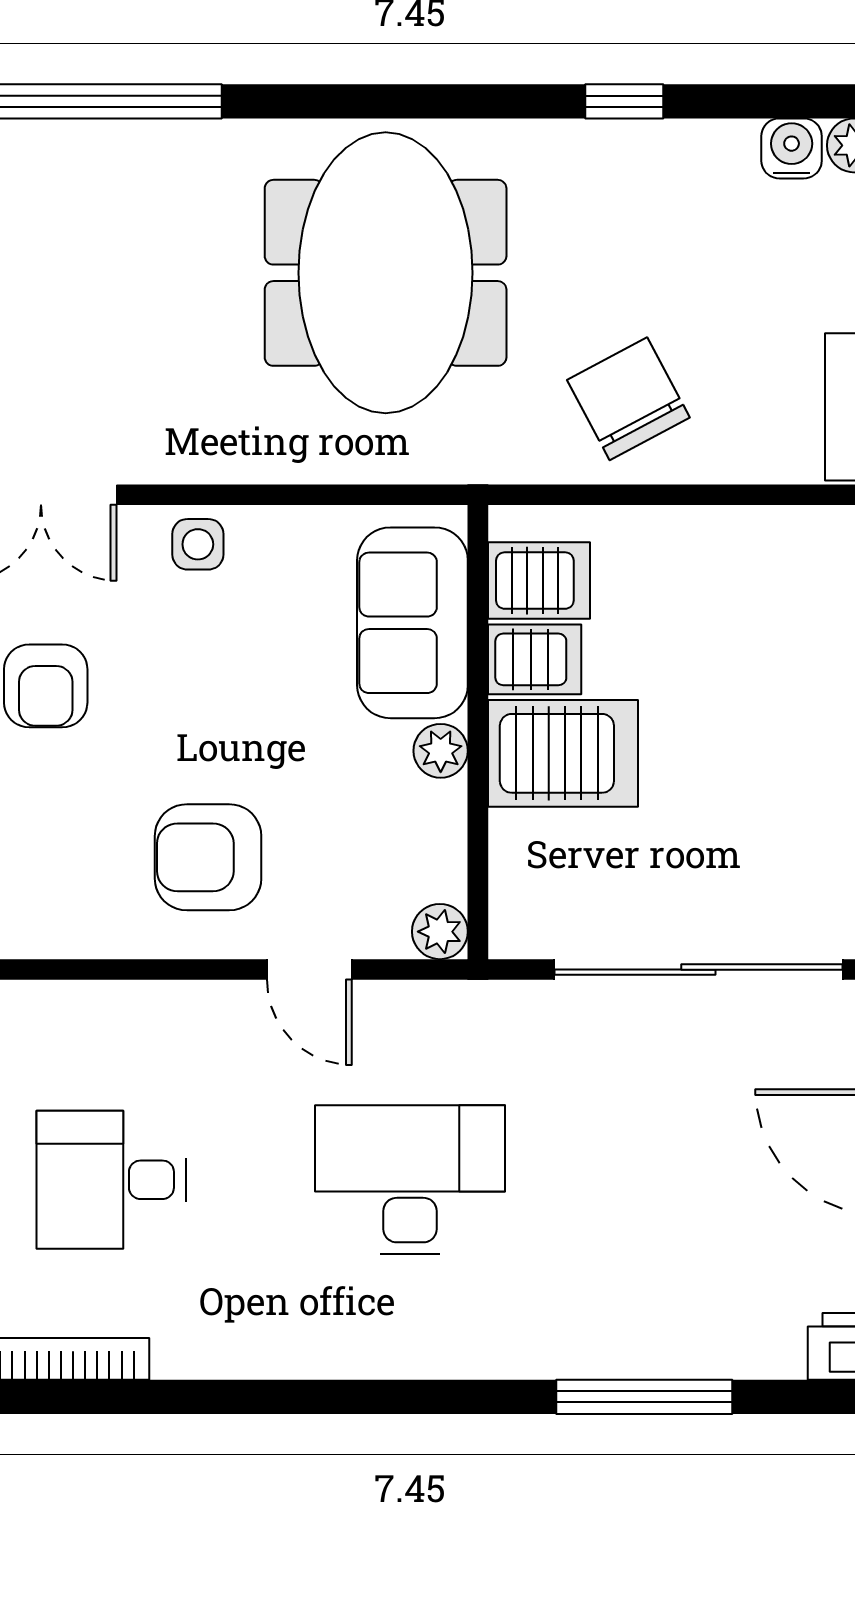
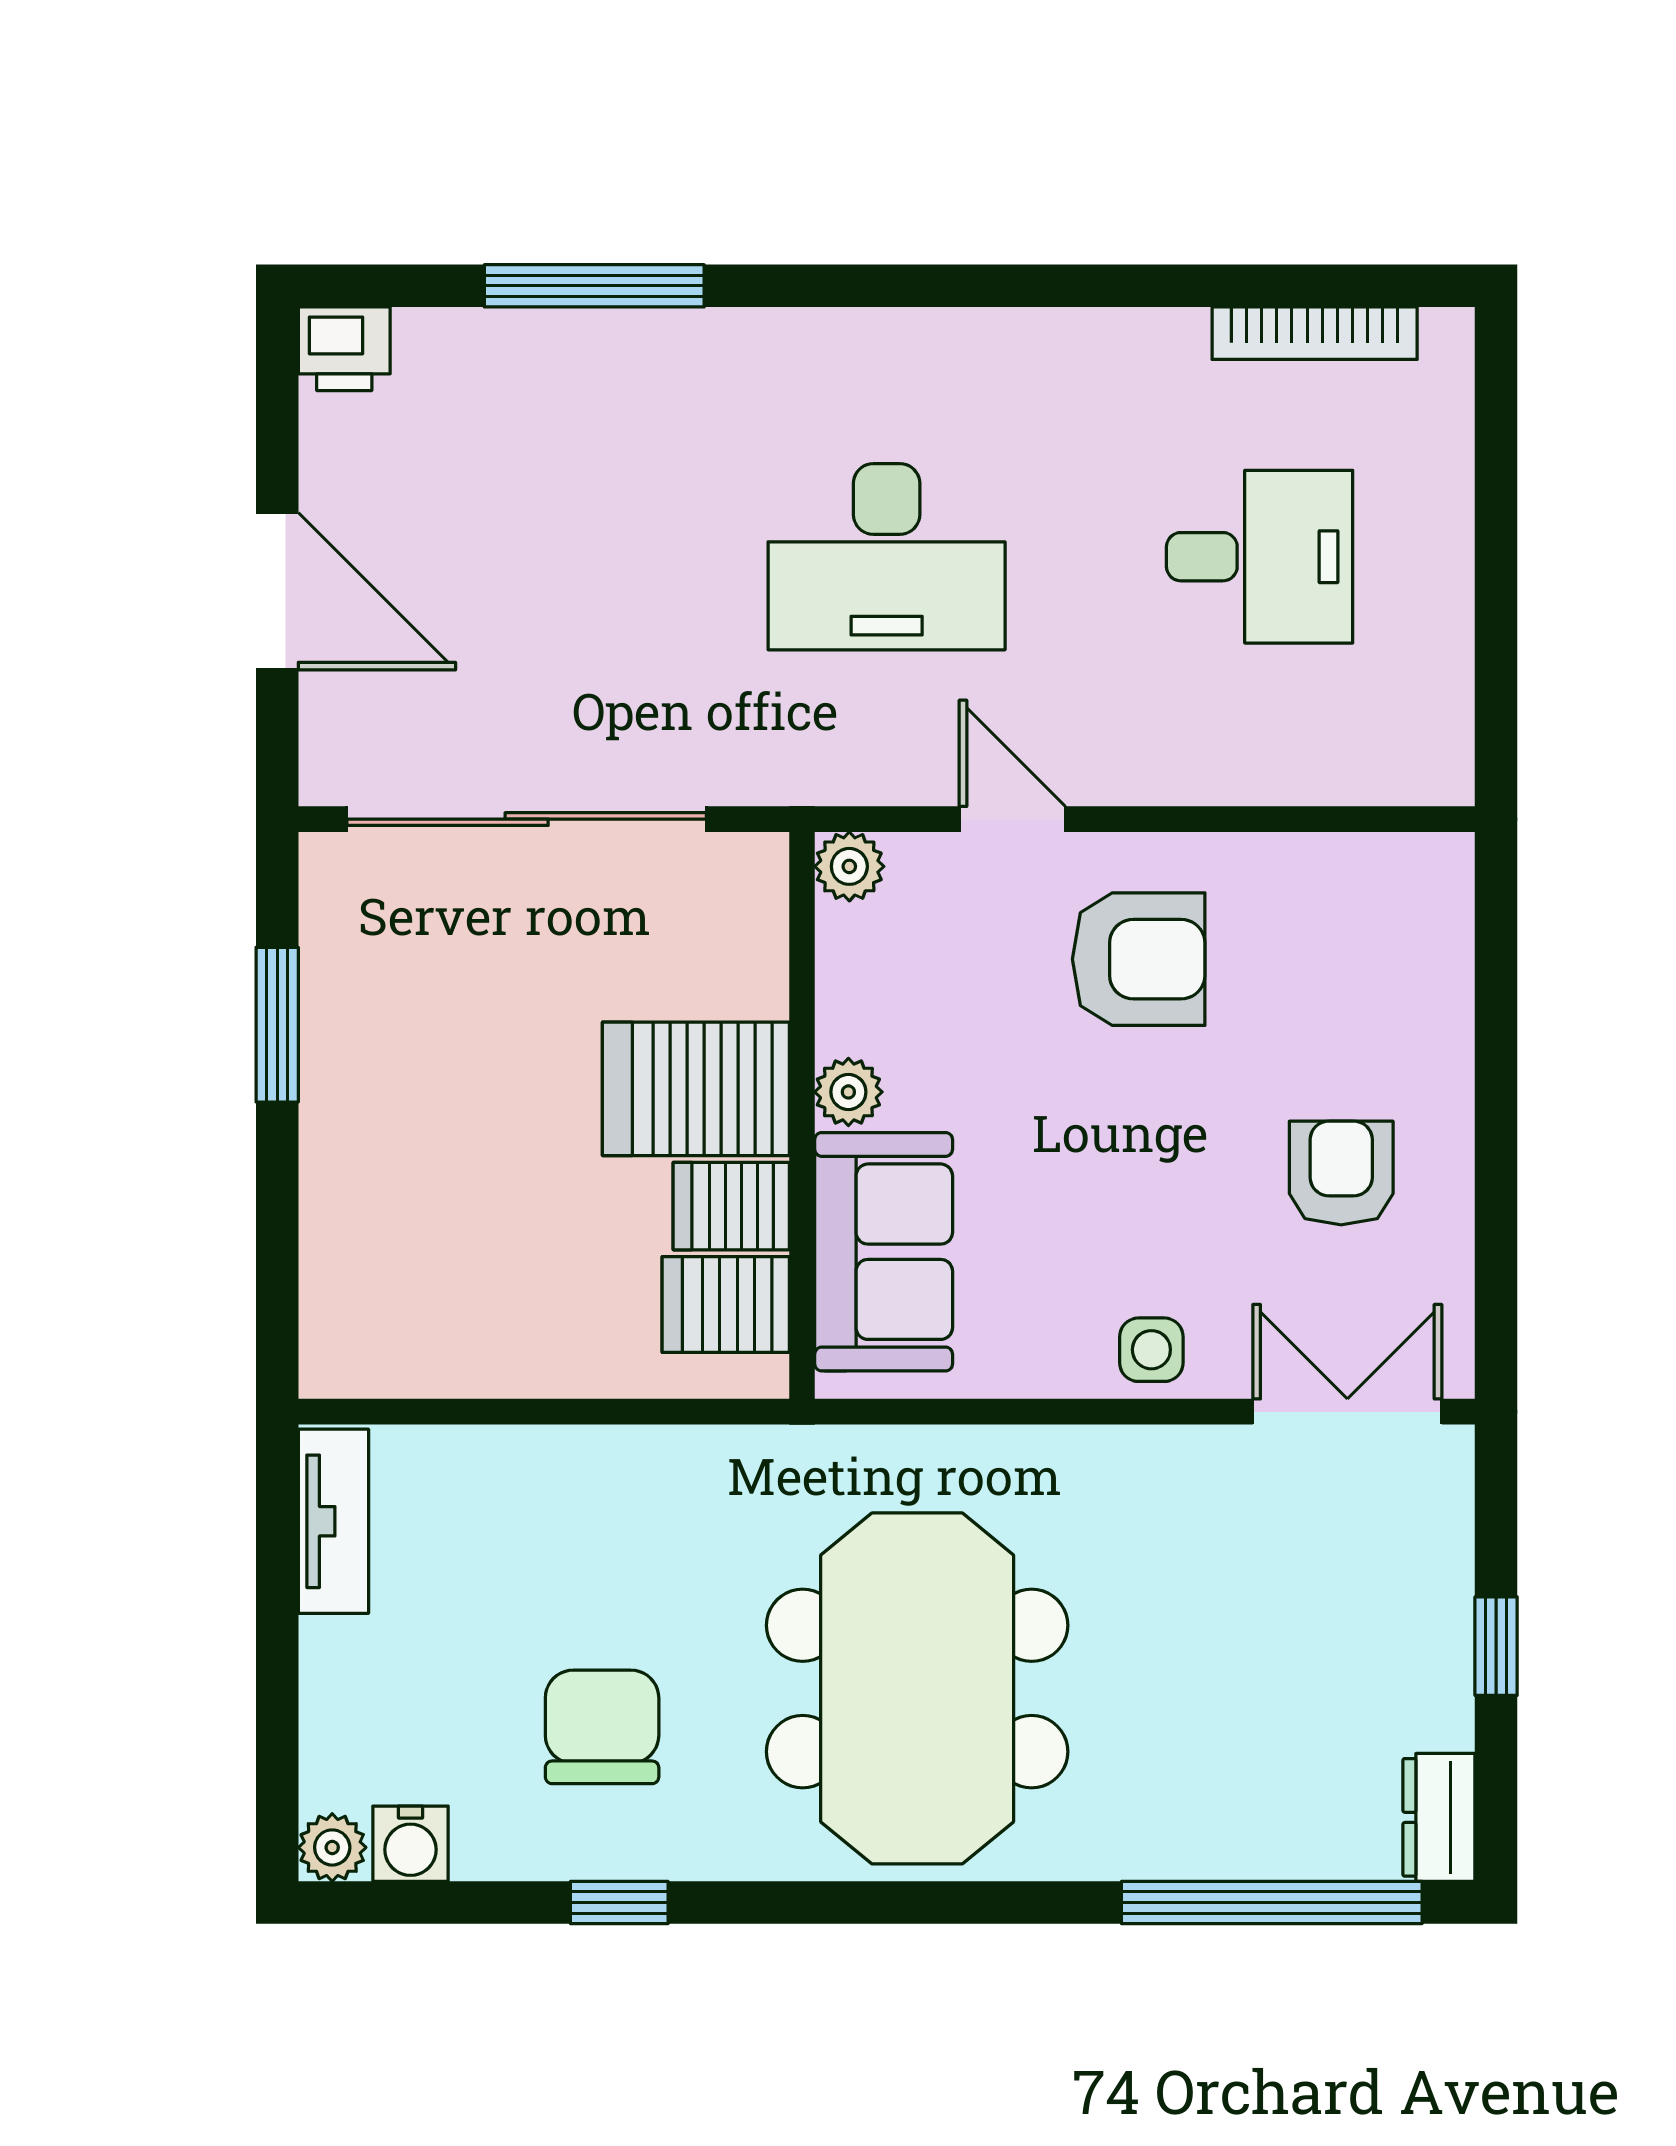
chair: (628, 399) -> (602, 1727), moved, turned -152

